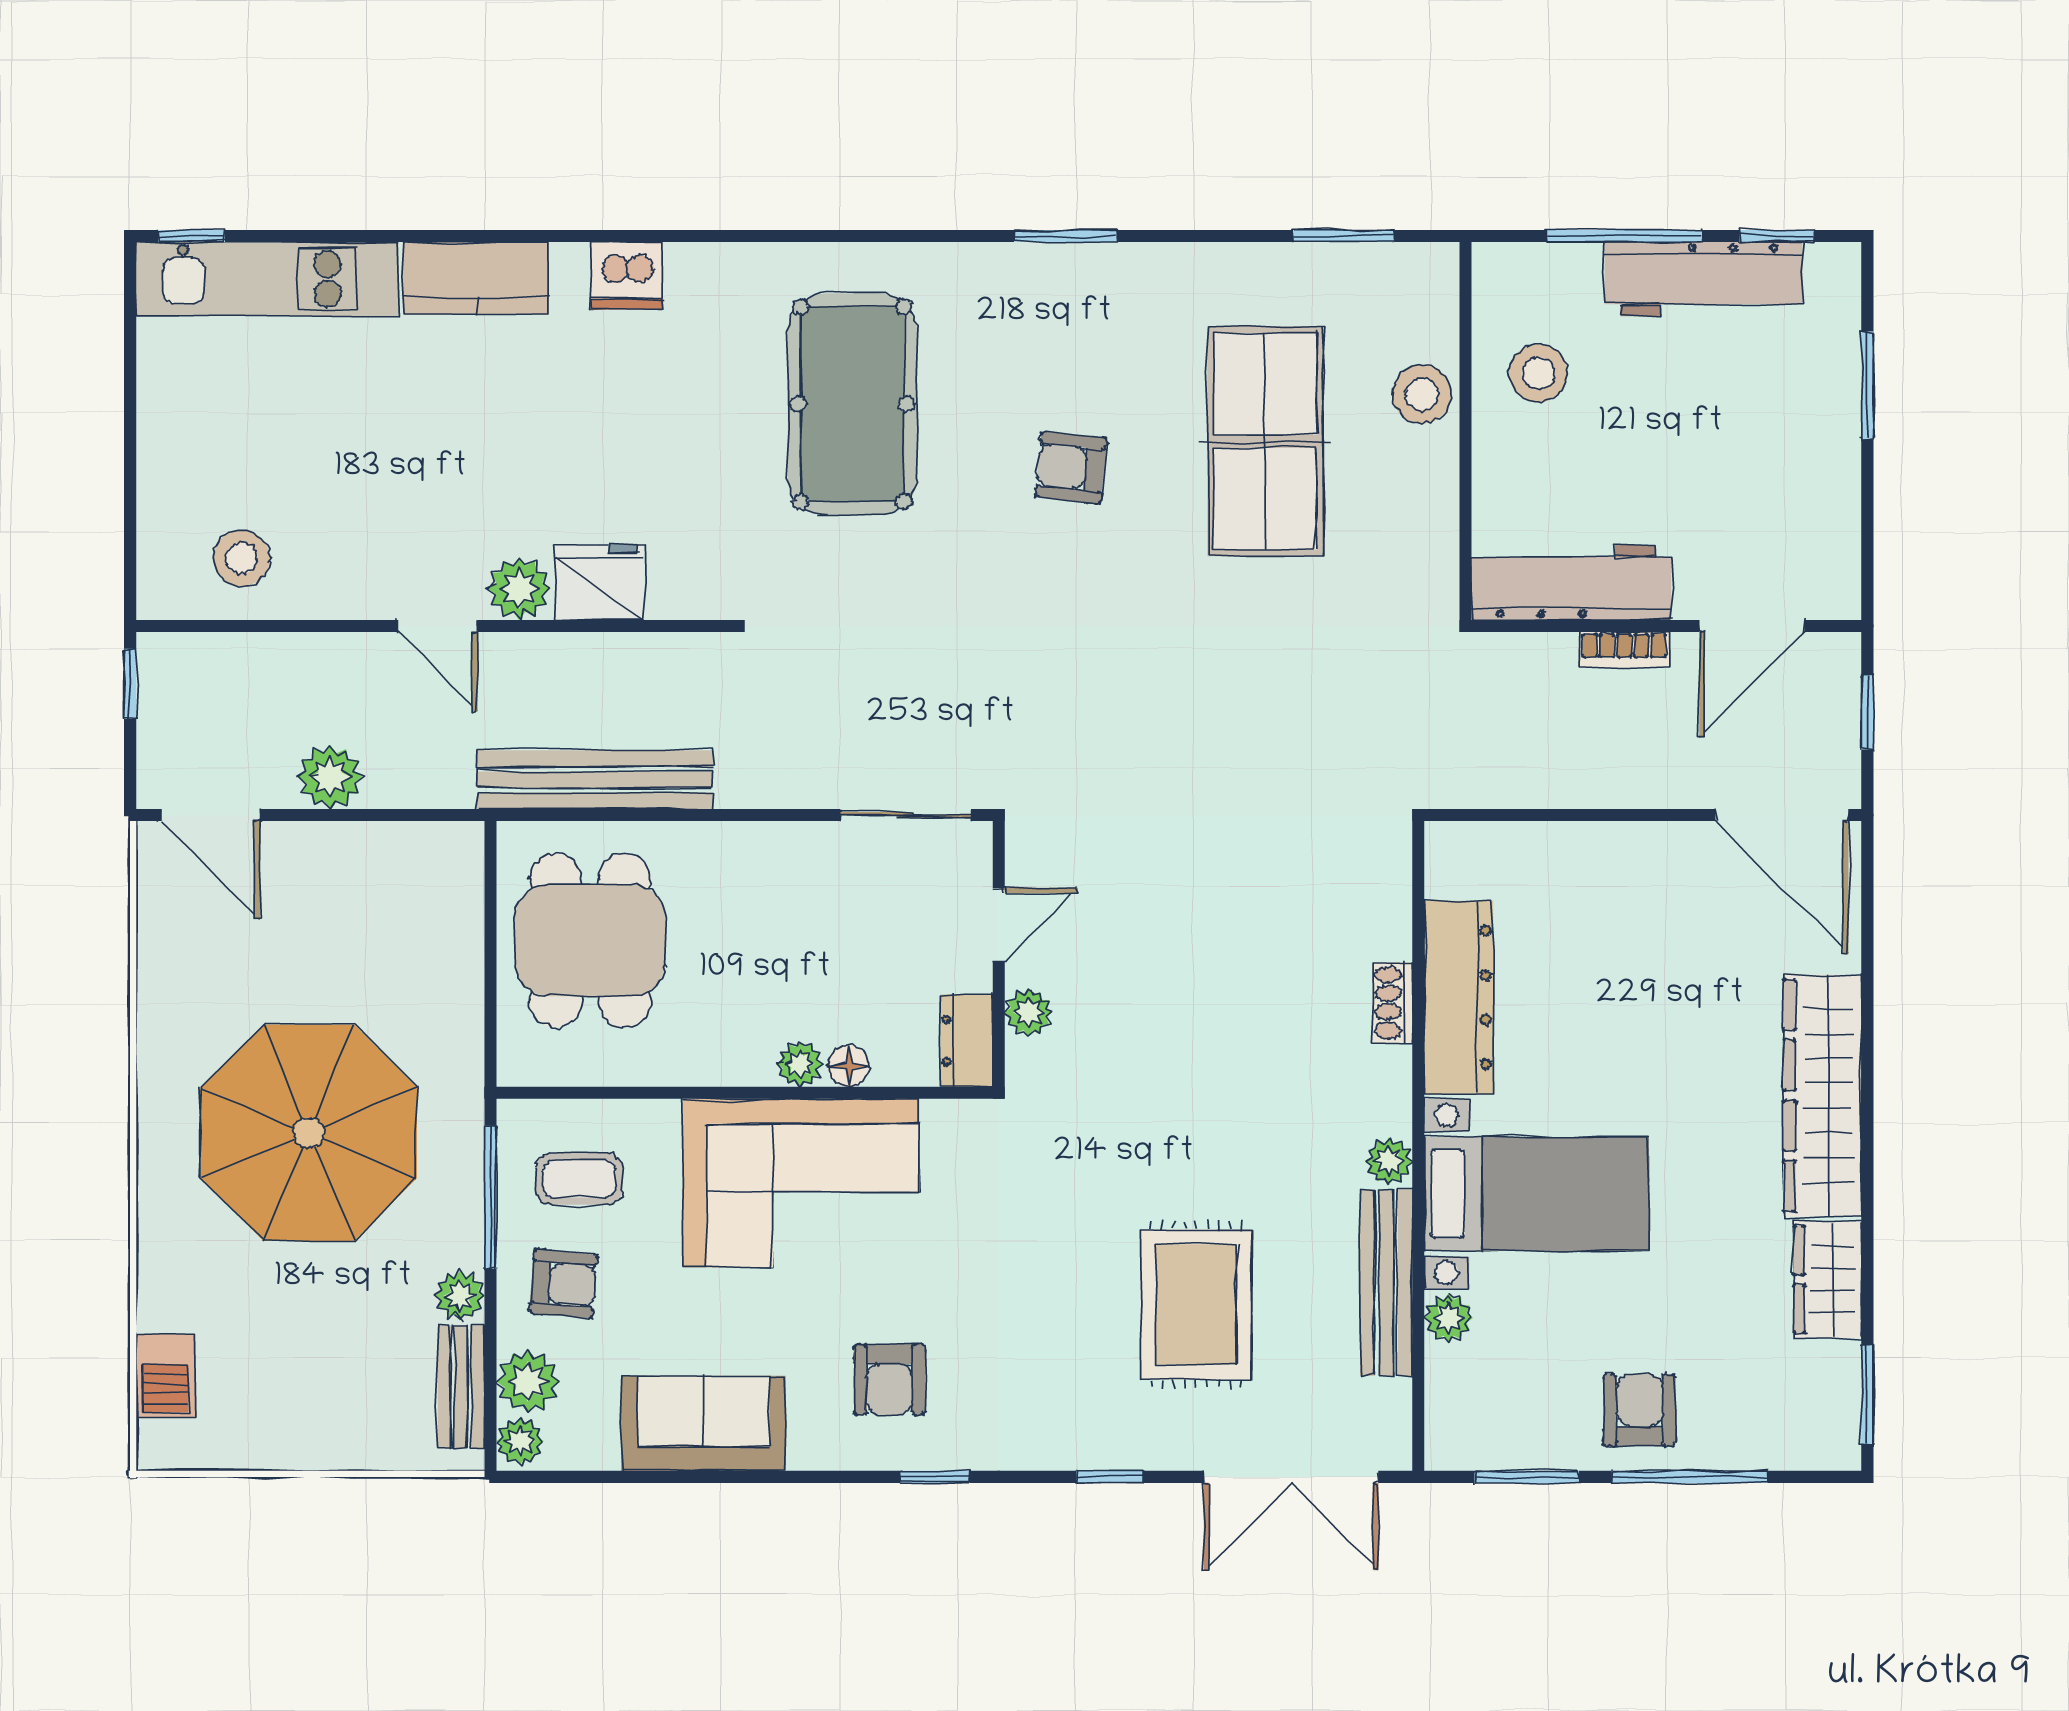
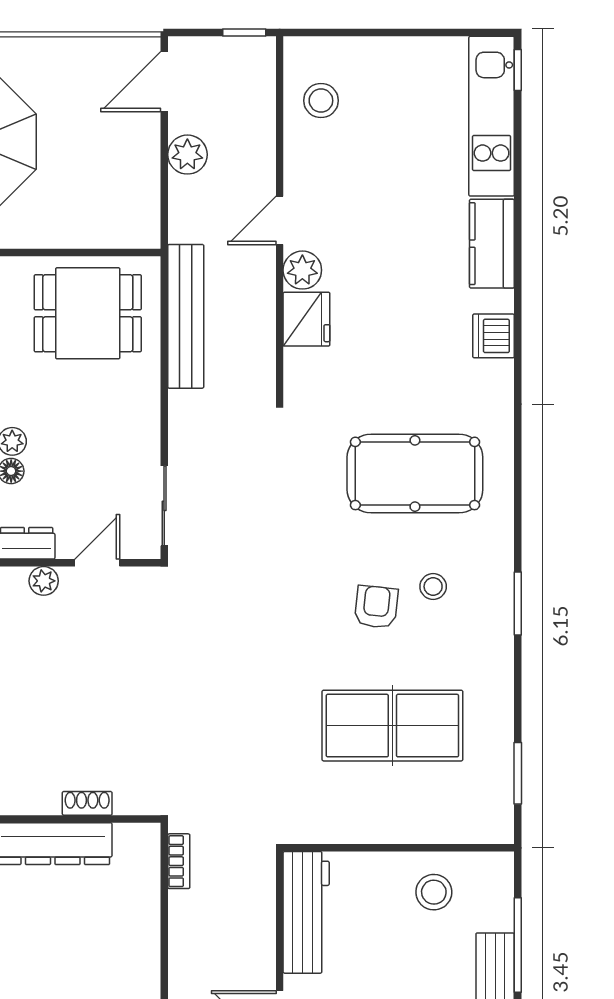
stool: (1422, 394) -> (433, 587), moved, width x0.73, depth x0.73
bookcase: (1624, 650) -> (179, 861), moved, turned 180
door: (999, 925) -> (97, 563), swing flipped
shoe rack: (1393, 1003) -> (87, 803), moved

